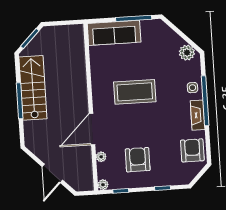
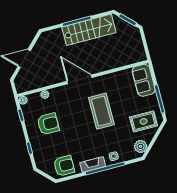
sofa: (114, 33) -> (144, 80), width x0.73
rug: (157, 43) -> (144, 121), added
door: (92, 129) -> (79, 79), moved

